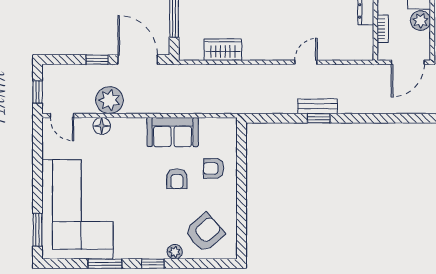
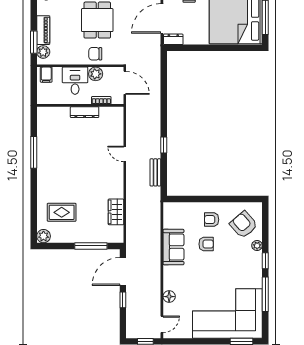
plant: (109, 100) -> (151, 291), removed
bench: (318, 106) -> (155, 172), moved
armchair: (214, 168) -> (212, 220), moved, turned 90
window: (105, 264) -> (265, 294), width x1.44

